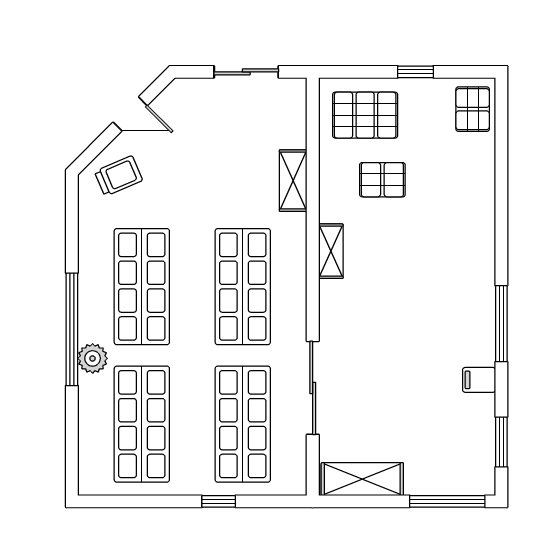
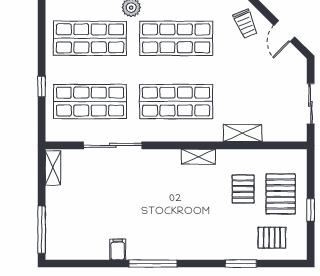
pallet: (473, 109) -> (272, 238), moved
pallet: (365, 115) -> (281, 194), moved
window: (501, 442) -> (241, 264), moved
shelving: (362, 479) -> (53, 168), width x0.67, depth x0.75

